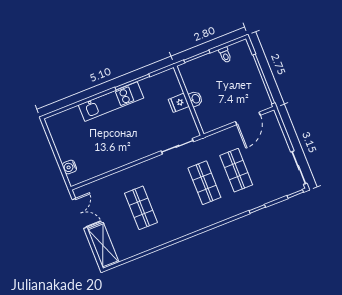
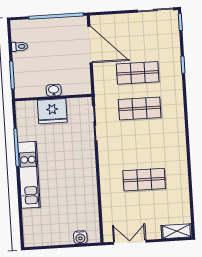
fridge: (179, 103) -> (52, 111), width x1.88, depth x1.34
door: (248, 118) -> (90, 45), width x1.36
shelving: (103, 245) -> (177, 231), width x0.67, depth x0.75

